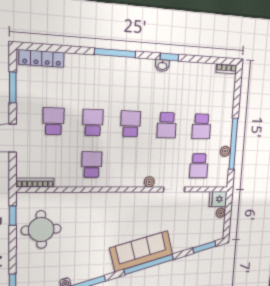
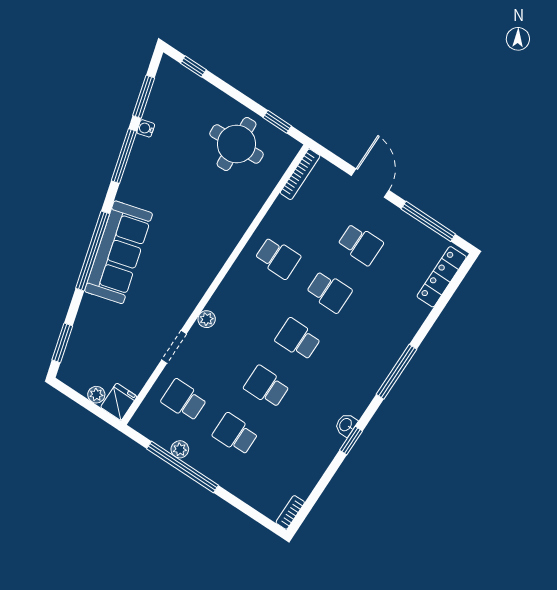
window: (13, 87) -> (428, 221), width x1.44
school desk: (131, 124) -> (298, 339), turned 180

